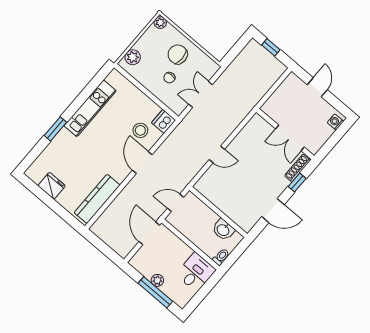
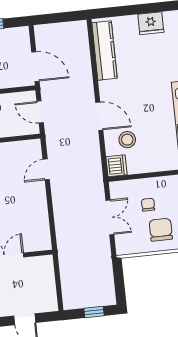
chair: (178, 54) -> (161, 230), turned -90
door: (217, 154) -> (46, 169), moved
door: (175, 203) -> (40, 112), swing flipped

